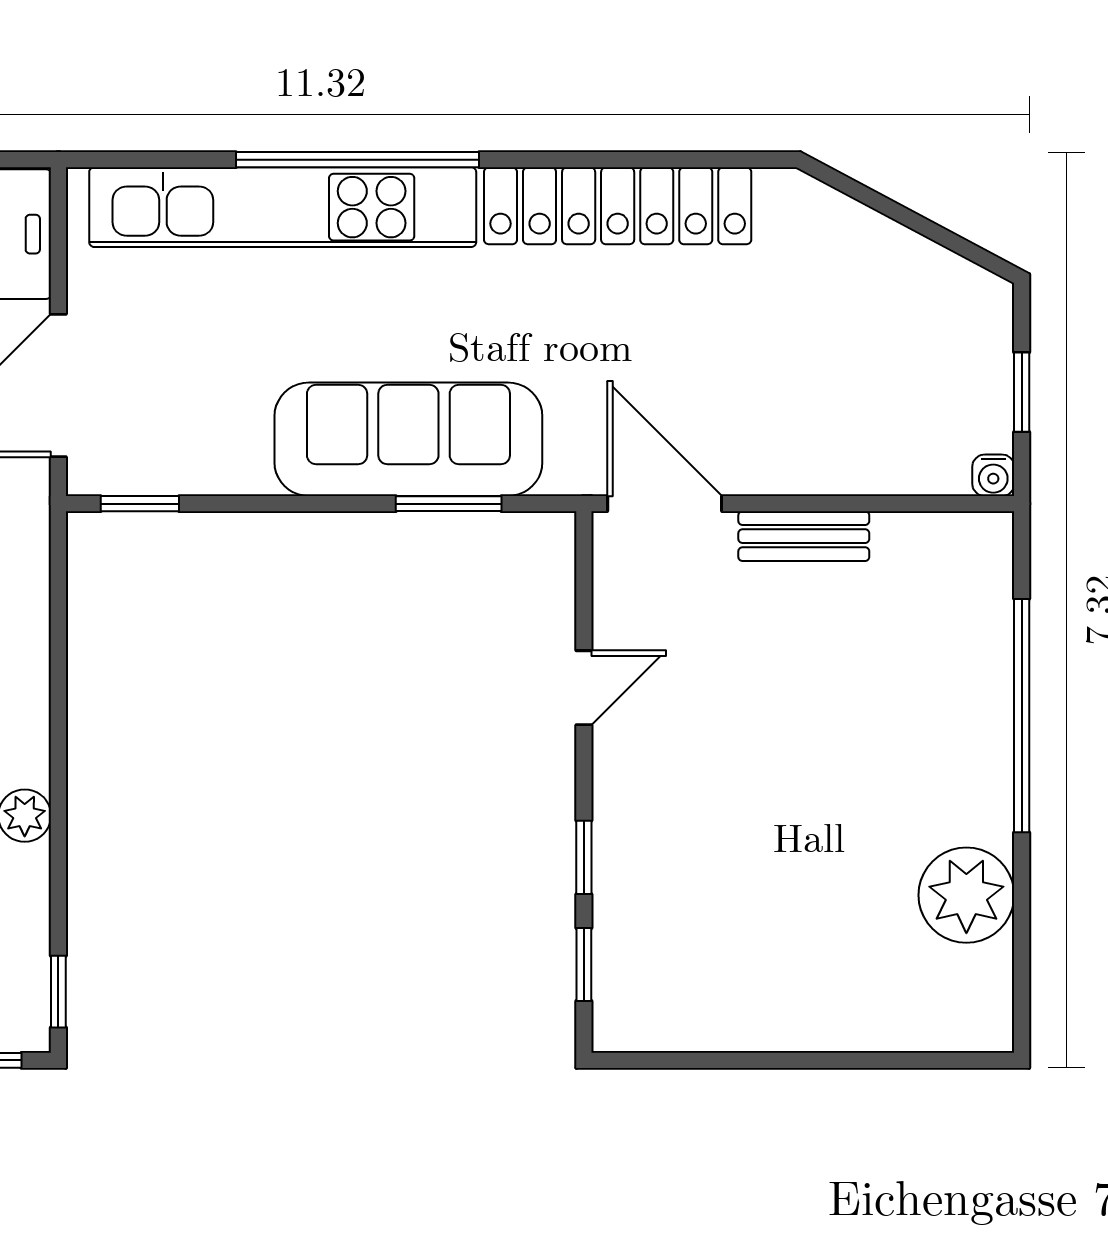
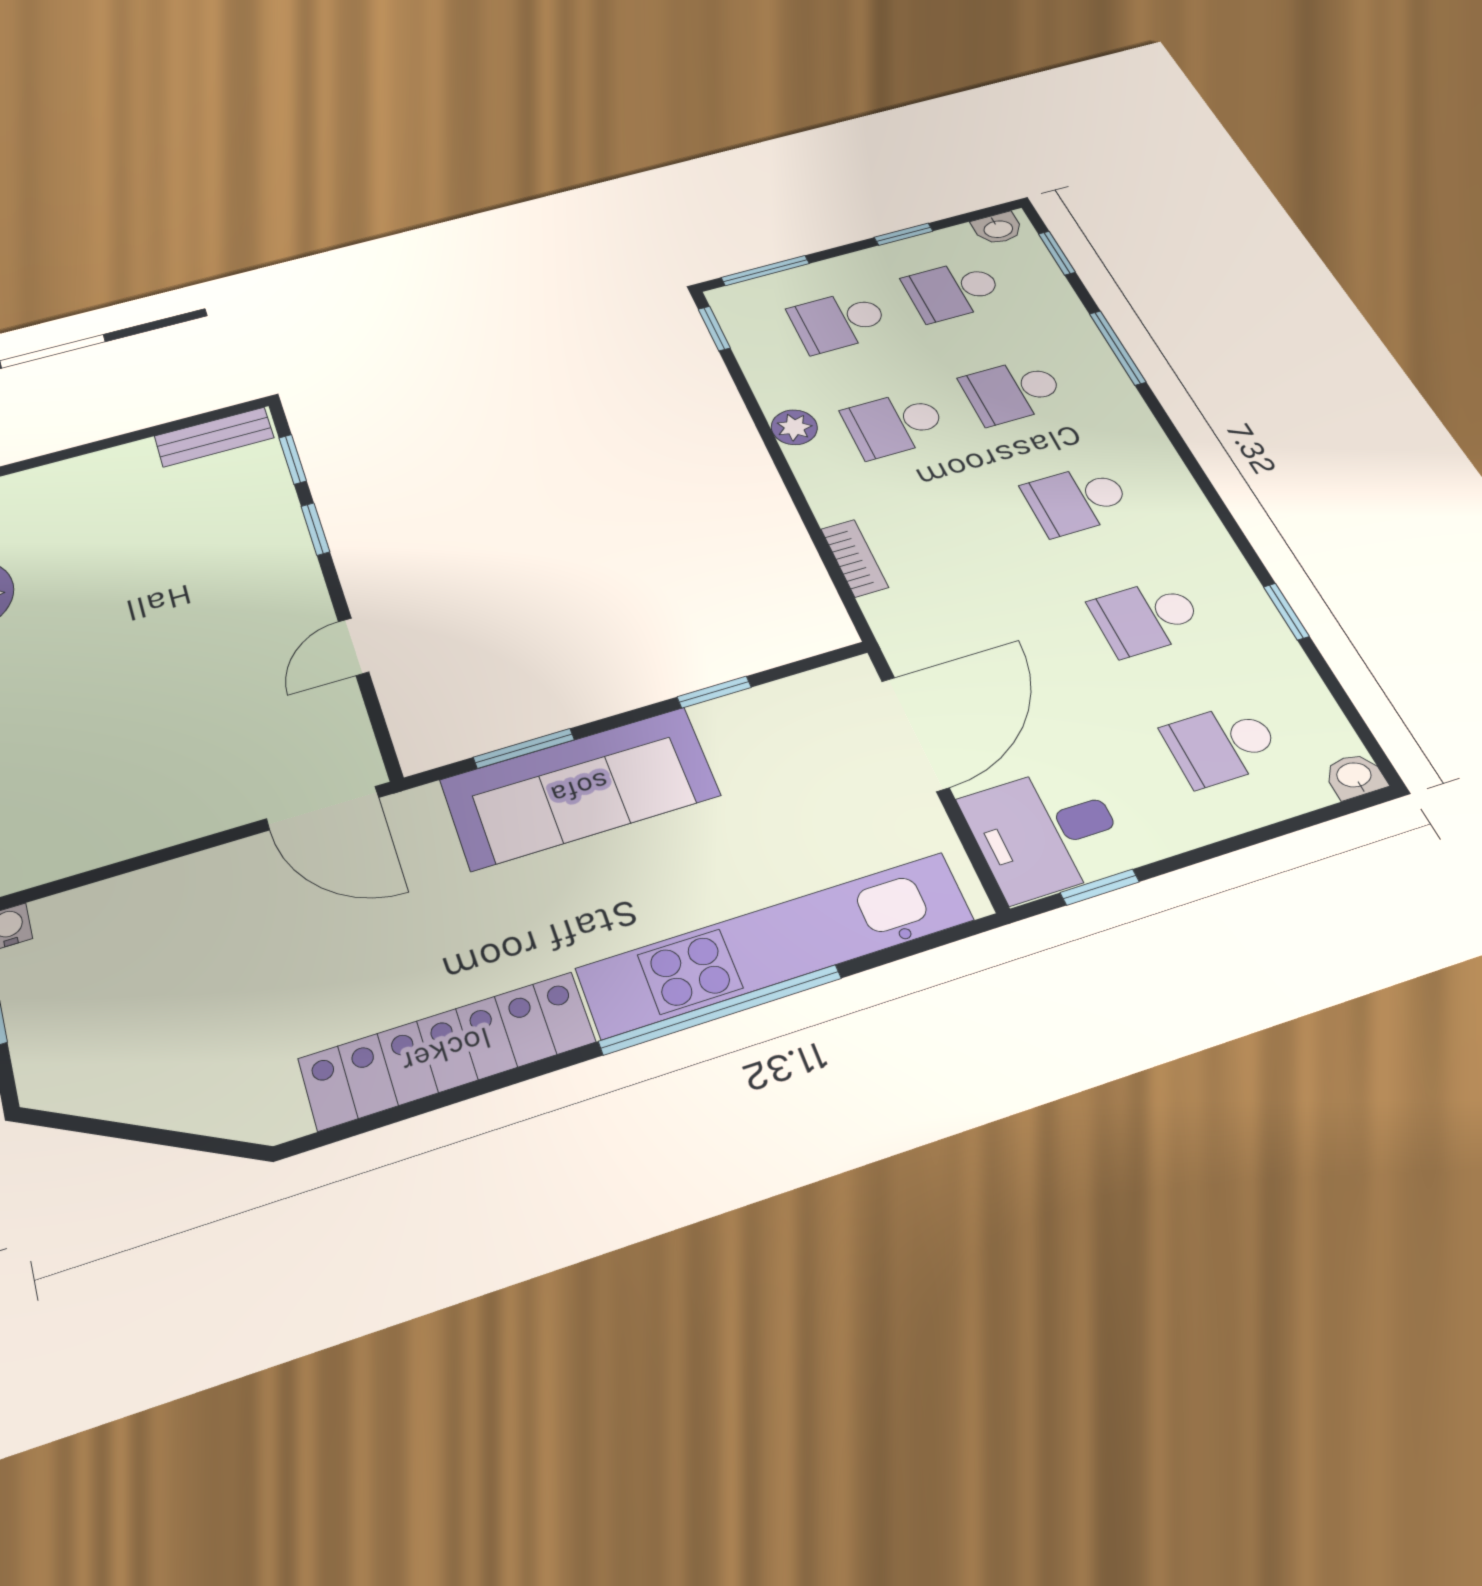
window: (140, 504) -> (714, 692), moved
bench: (804, 536) -> (214, 437), moved
bookcase: (31, 618) -> (854, 558), added

